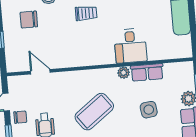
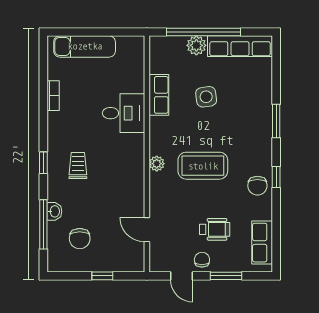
door: (40, 72) -> (147, 230), hinge flipped
plant: (124, 73) -> (157, 164), moved
coffee table: (94, 112) -> (203, 166), turned -53

